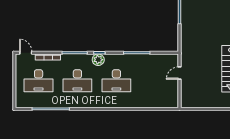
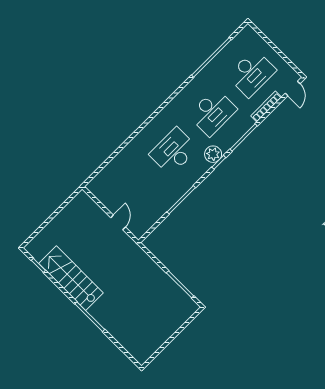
door: (26, 53) -> (293, 88), hinge flipped
desk: (39, 81) -> (252, 73), turned 180
desk: (77, 81) -> (213, 112), turned 180

